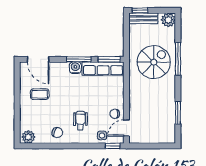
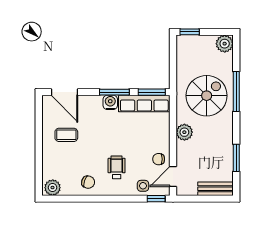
bench: (143, 18) -> (216, 189), moved
plant: (136, 92) -> (184, 132), added

